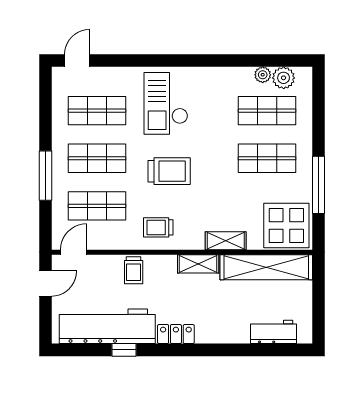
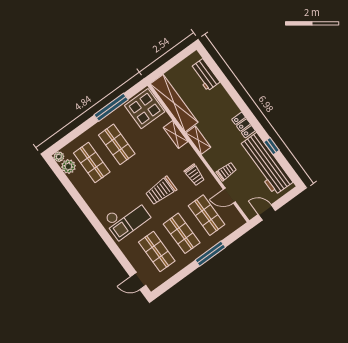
plant: (263, 75) -> (59, 157), moved
trolley: (169, 171) -> (161, 191), turned -90
door: (74, 252) -> (229, 196), moved

